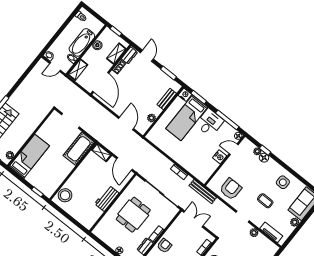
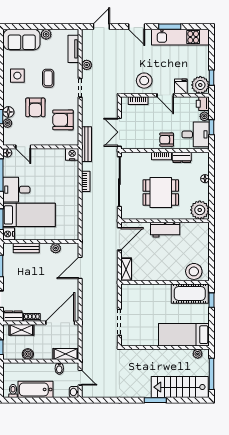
bathtub: (82, 42) -> (36, 389), moved, turned 180
cot: (79, 149) -> (190, 294), moved
nightstand: (220, 157) -> (72, 154), moved
armchair: (253, 177) -> (35, 107), added
plant: (102, 231) -> (200, 210), added

